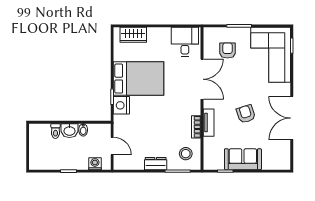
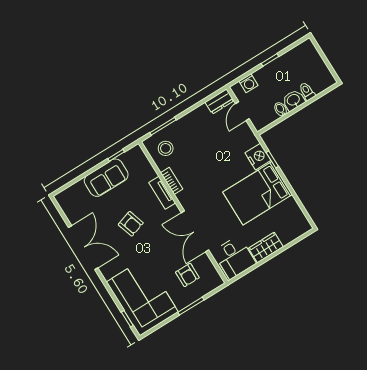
wardrobe: (133, 35) -> (266, 248), moved
door: (112, 146) -> (242, 111), hinge flipped
dresser: (156, 164) -> (219, 101), moved

